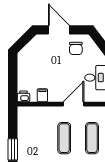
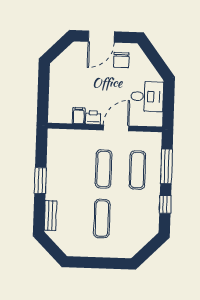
door: (59, 30) -> (101, 37), swing flipped
printer: (23, 96) -> (93, 118), moved

